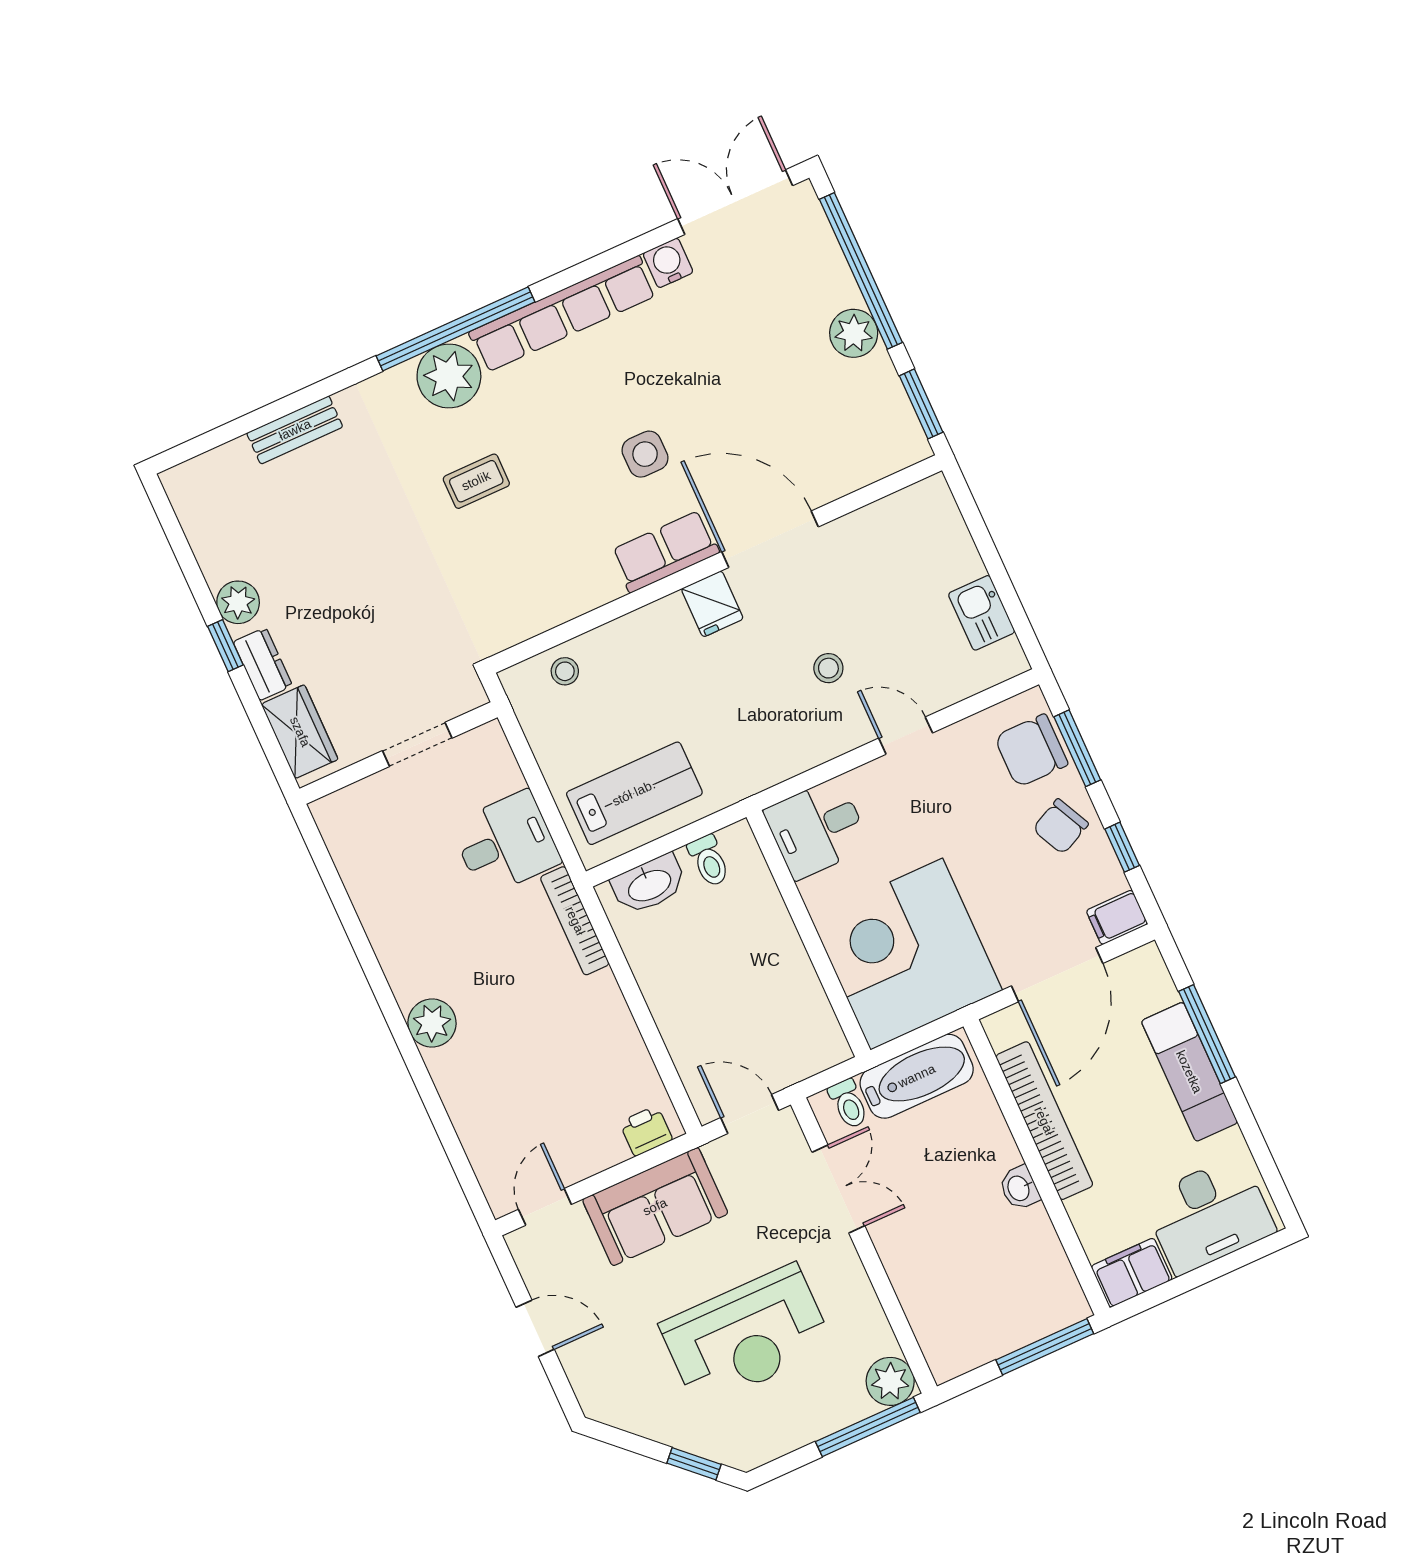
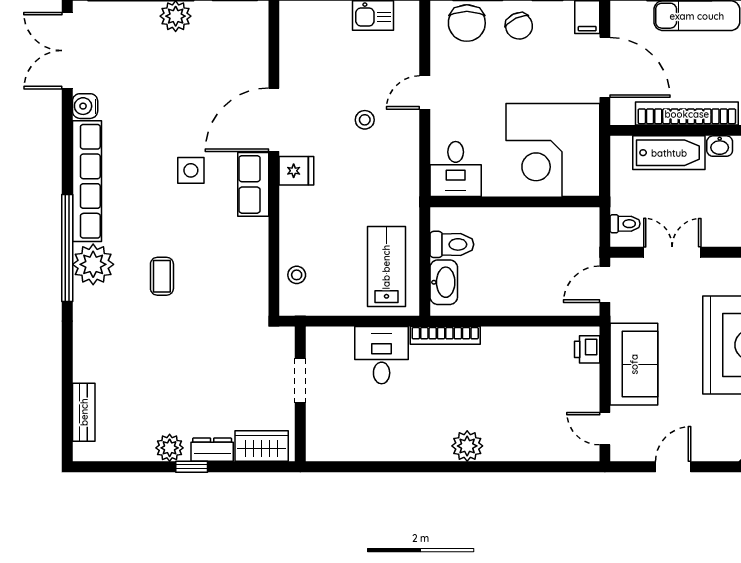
bench: (295, 430) -> (84, 412), moved
toilet: (709, 861) -> (452, 244), width x1.37, depth x1.39
bathtub: (917, 1076) -> (669, 153), moved, turned 90

